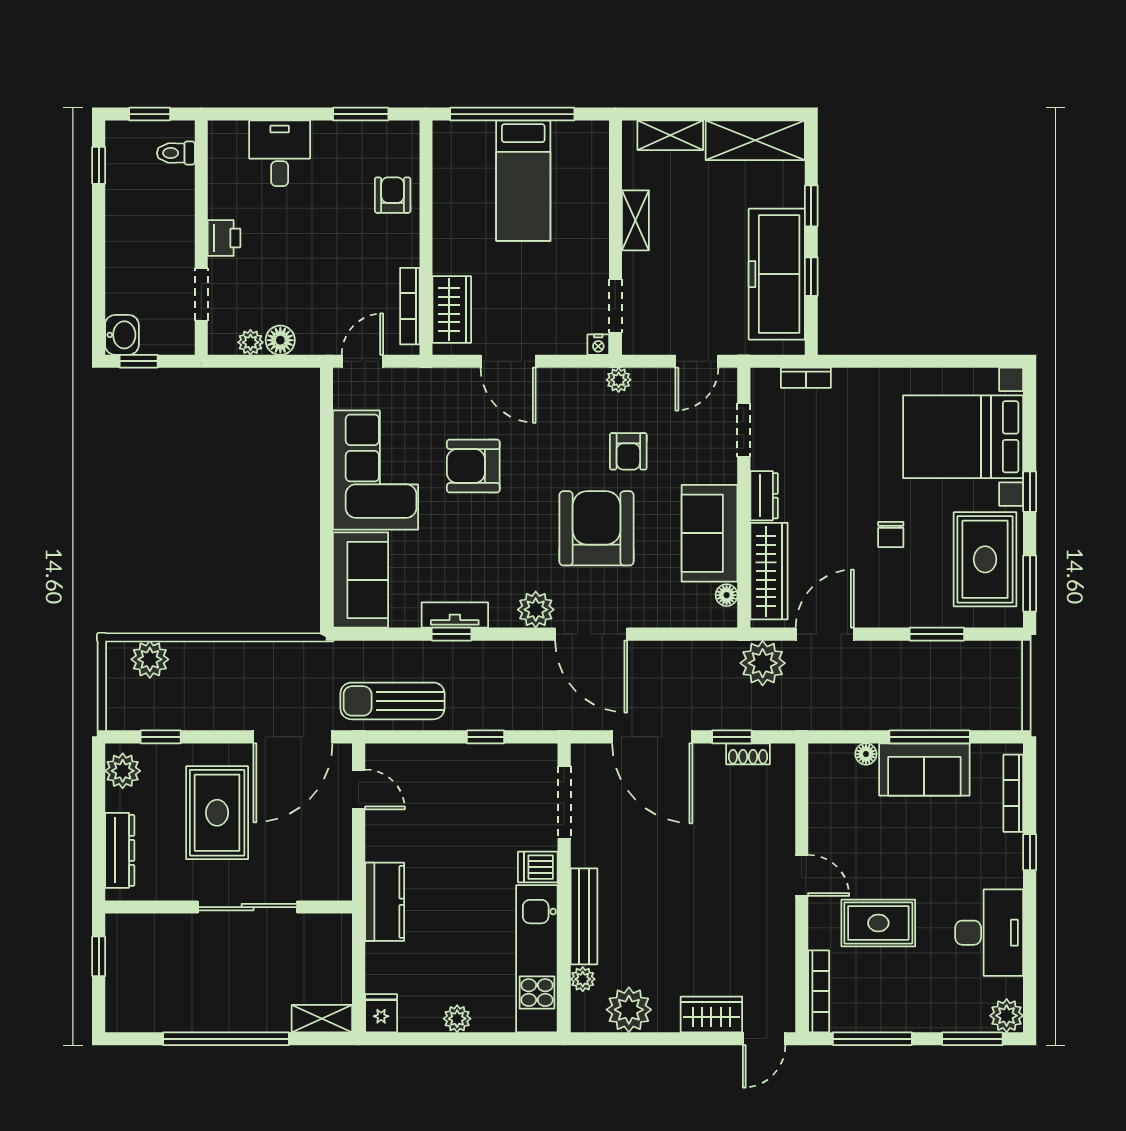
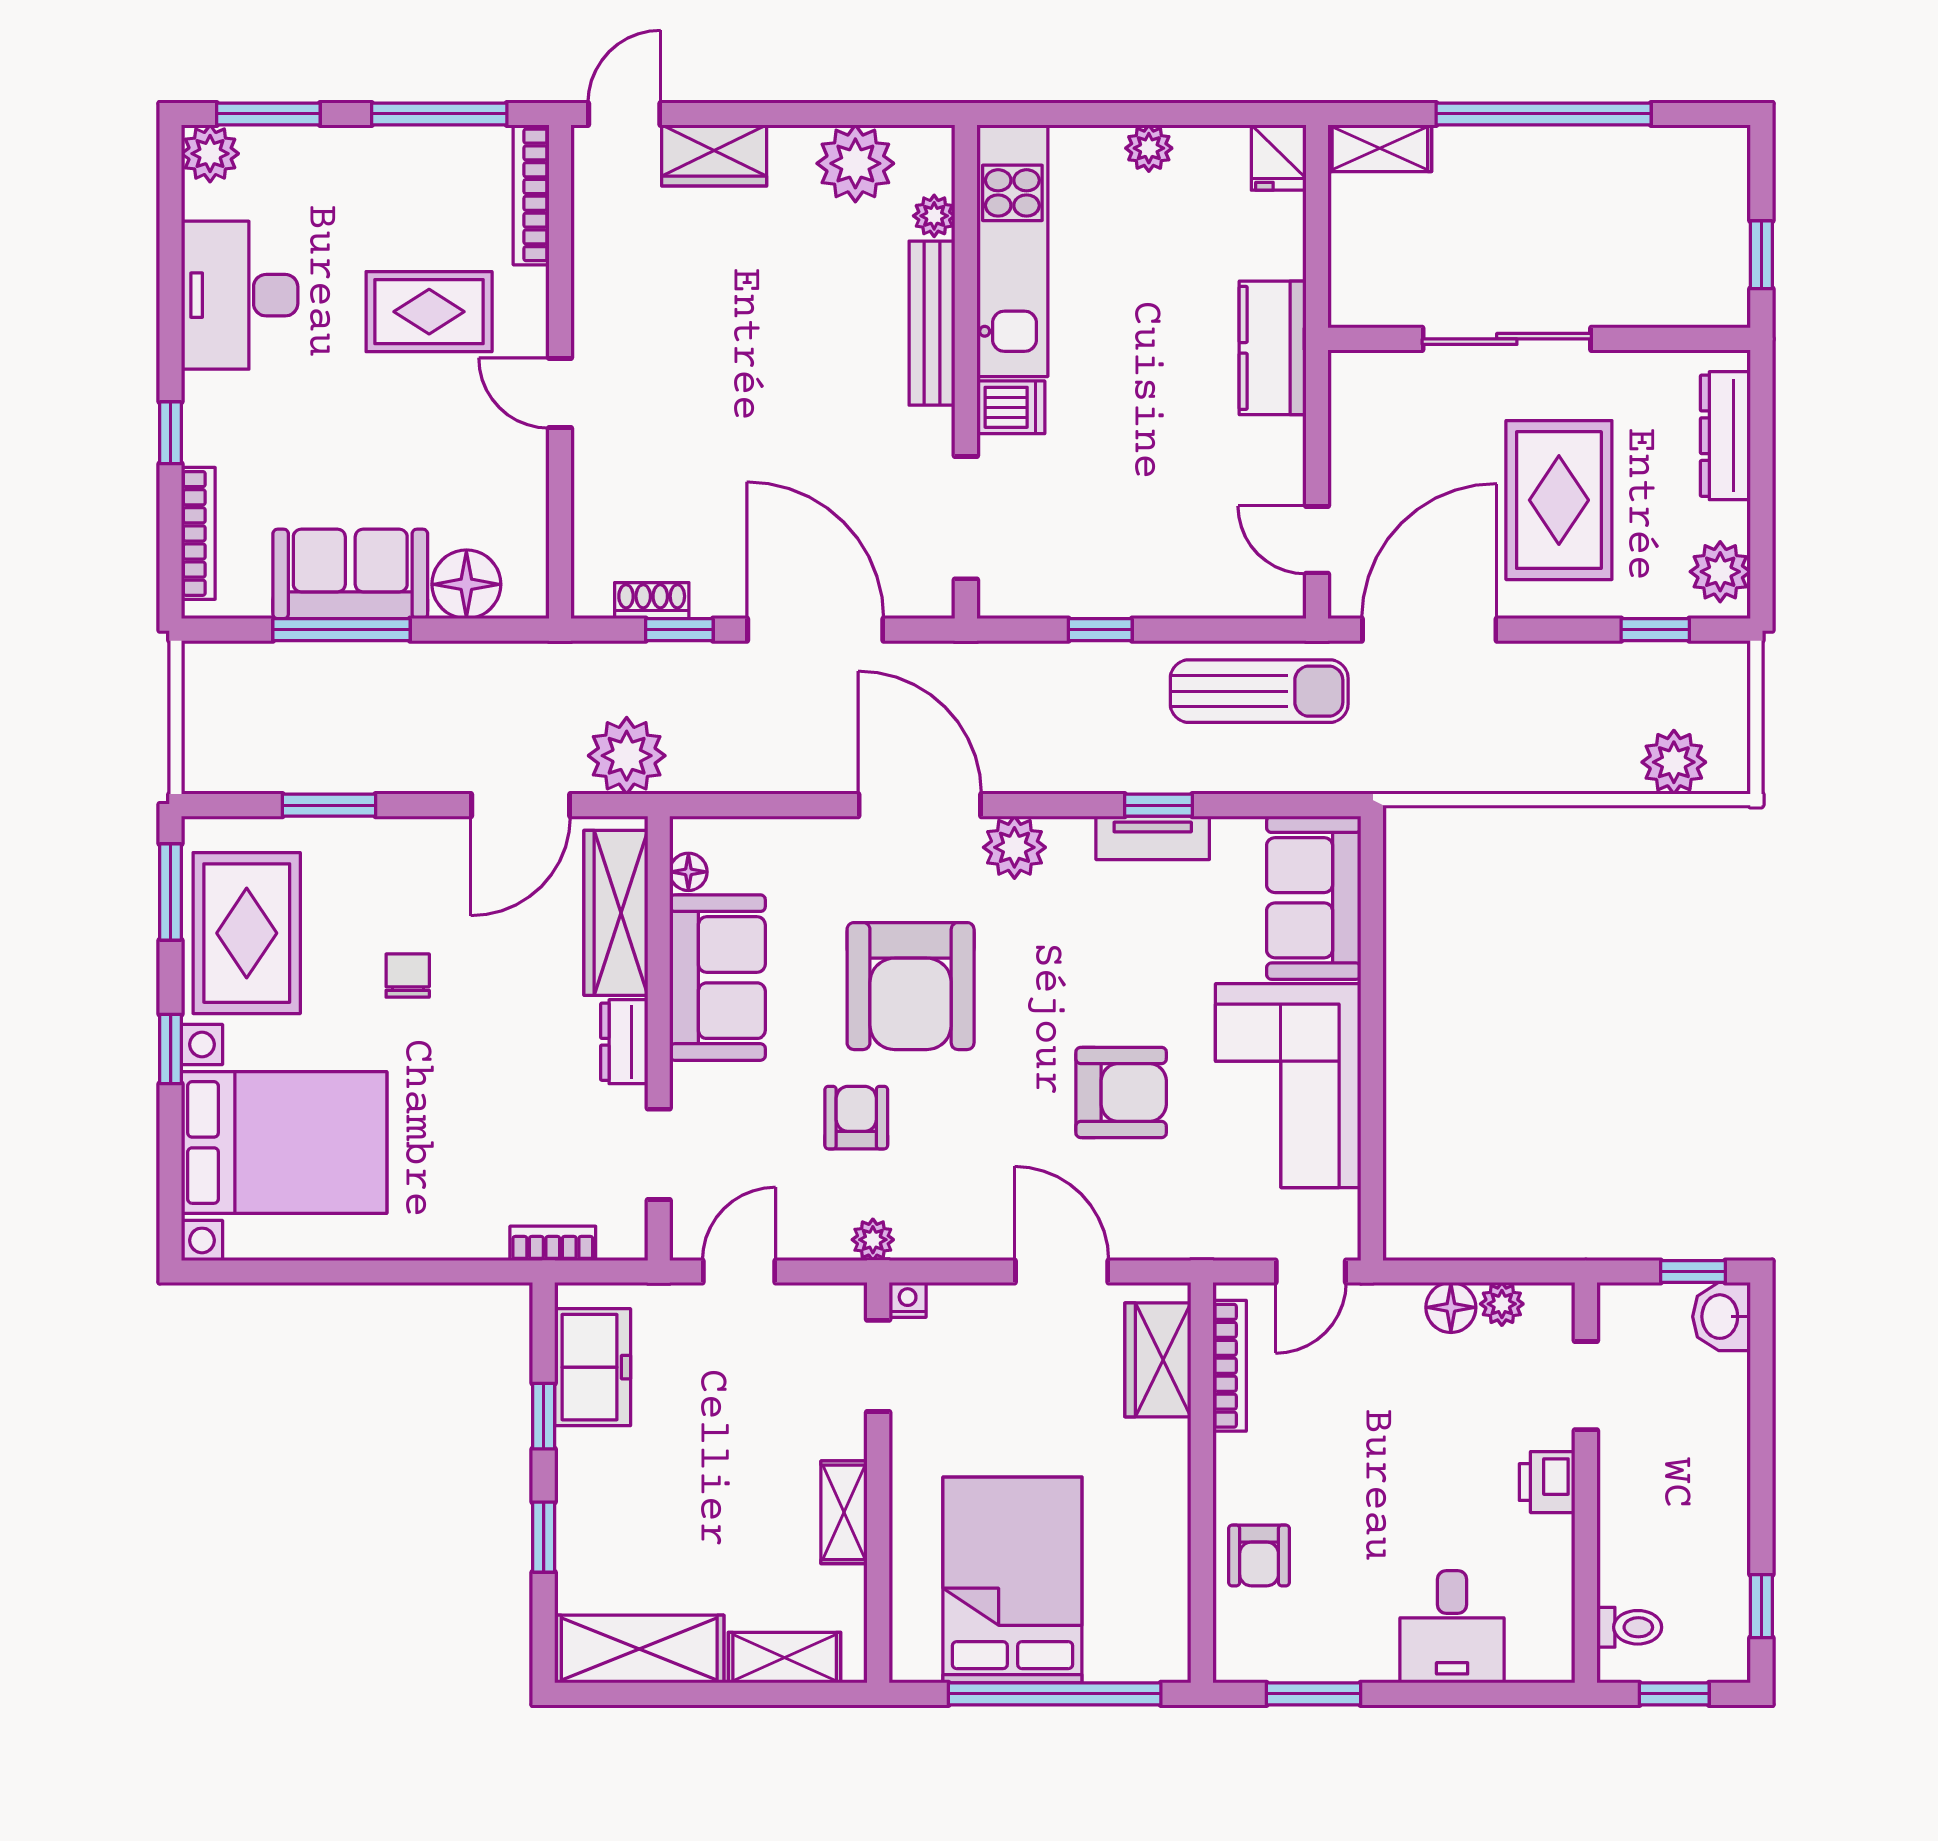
bed: (523, 181) -> (1012, 1580), width x1.50
freezer: (777, 274) -> (593, 1367), width x0.52, depth x0.79
floor lamp: (866, 754) -> (466, 584), width x1.89, depth x1.89

